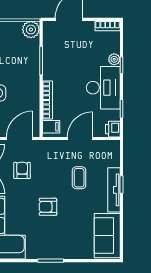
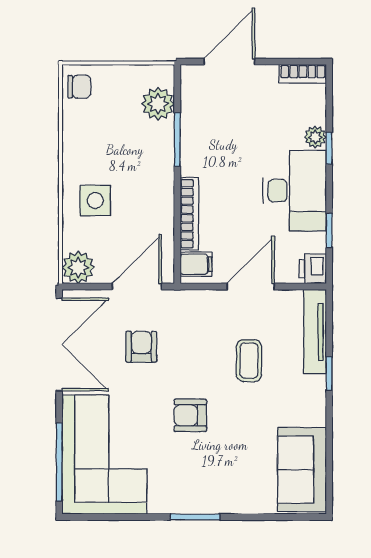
plant: (31, 30) -> (158, 104), moved
tv unit: (114, 190) -> (315, 332), moved

